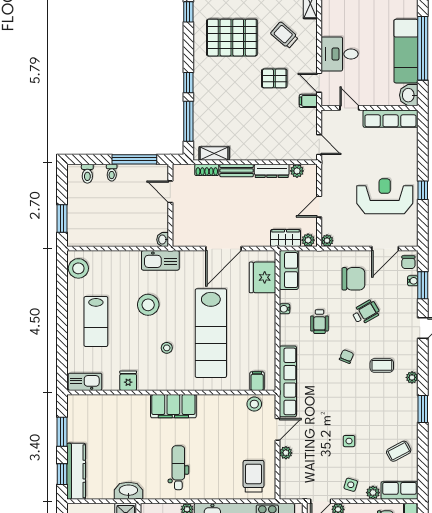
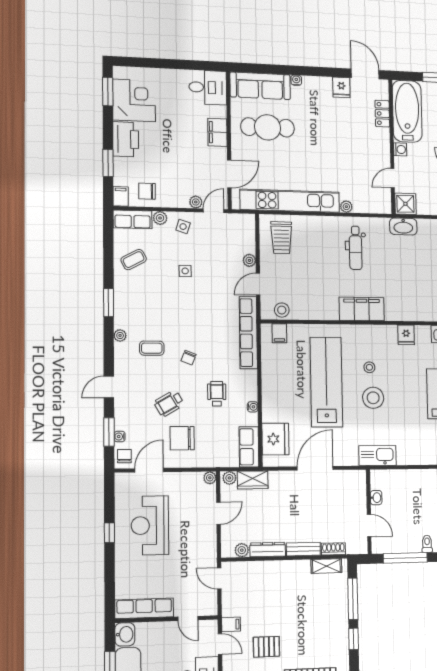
reception desk: (385, 196) -> (150, 525), turned 90
washbasin: (163, 240) -> (376, 498), moved
stool: (148, 305) -> (373, 398), moved

